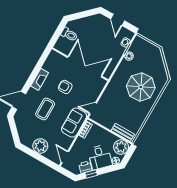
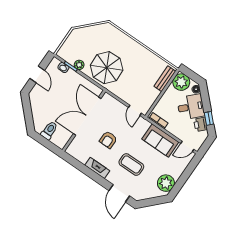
door: (118, 20) -> (37, 74), hinge flipped
parasol: (141, 87) -> (107, 68), moved
sofa: (74, 123) -> (160, 141), moved
plant: (40, 146) -> (166, 183), moved

